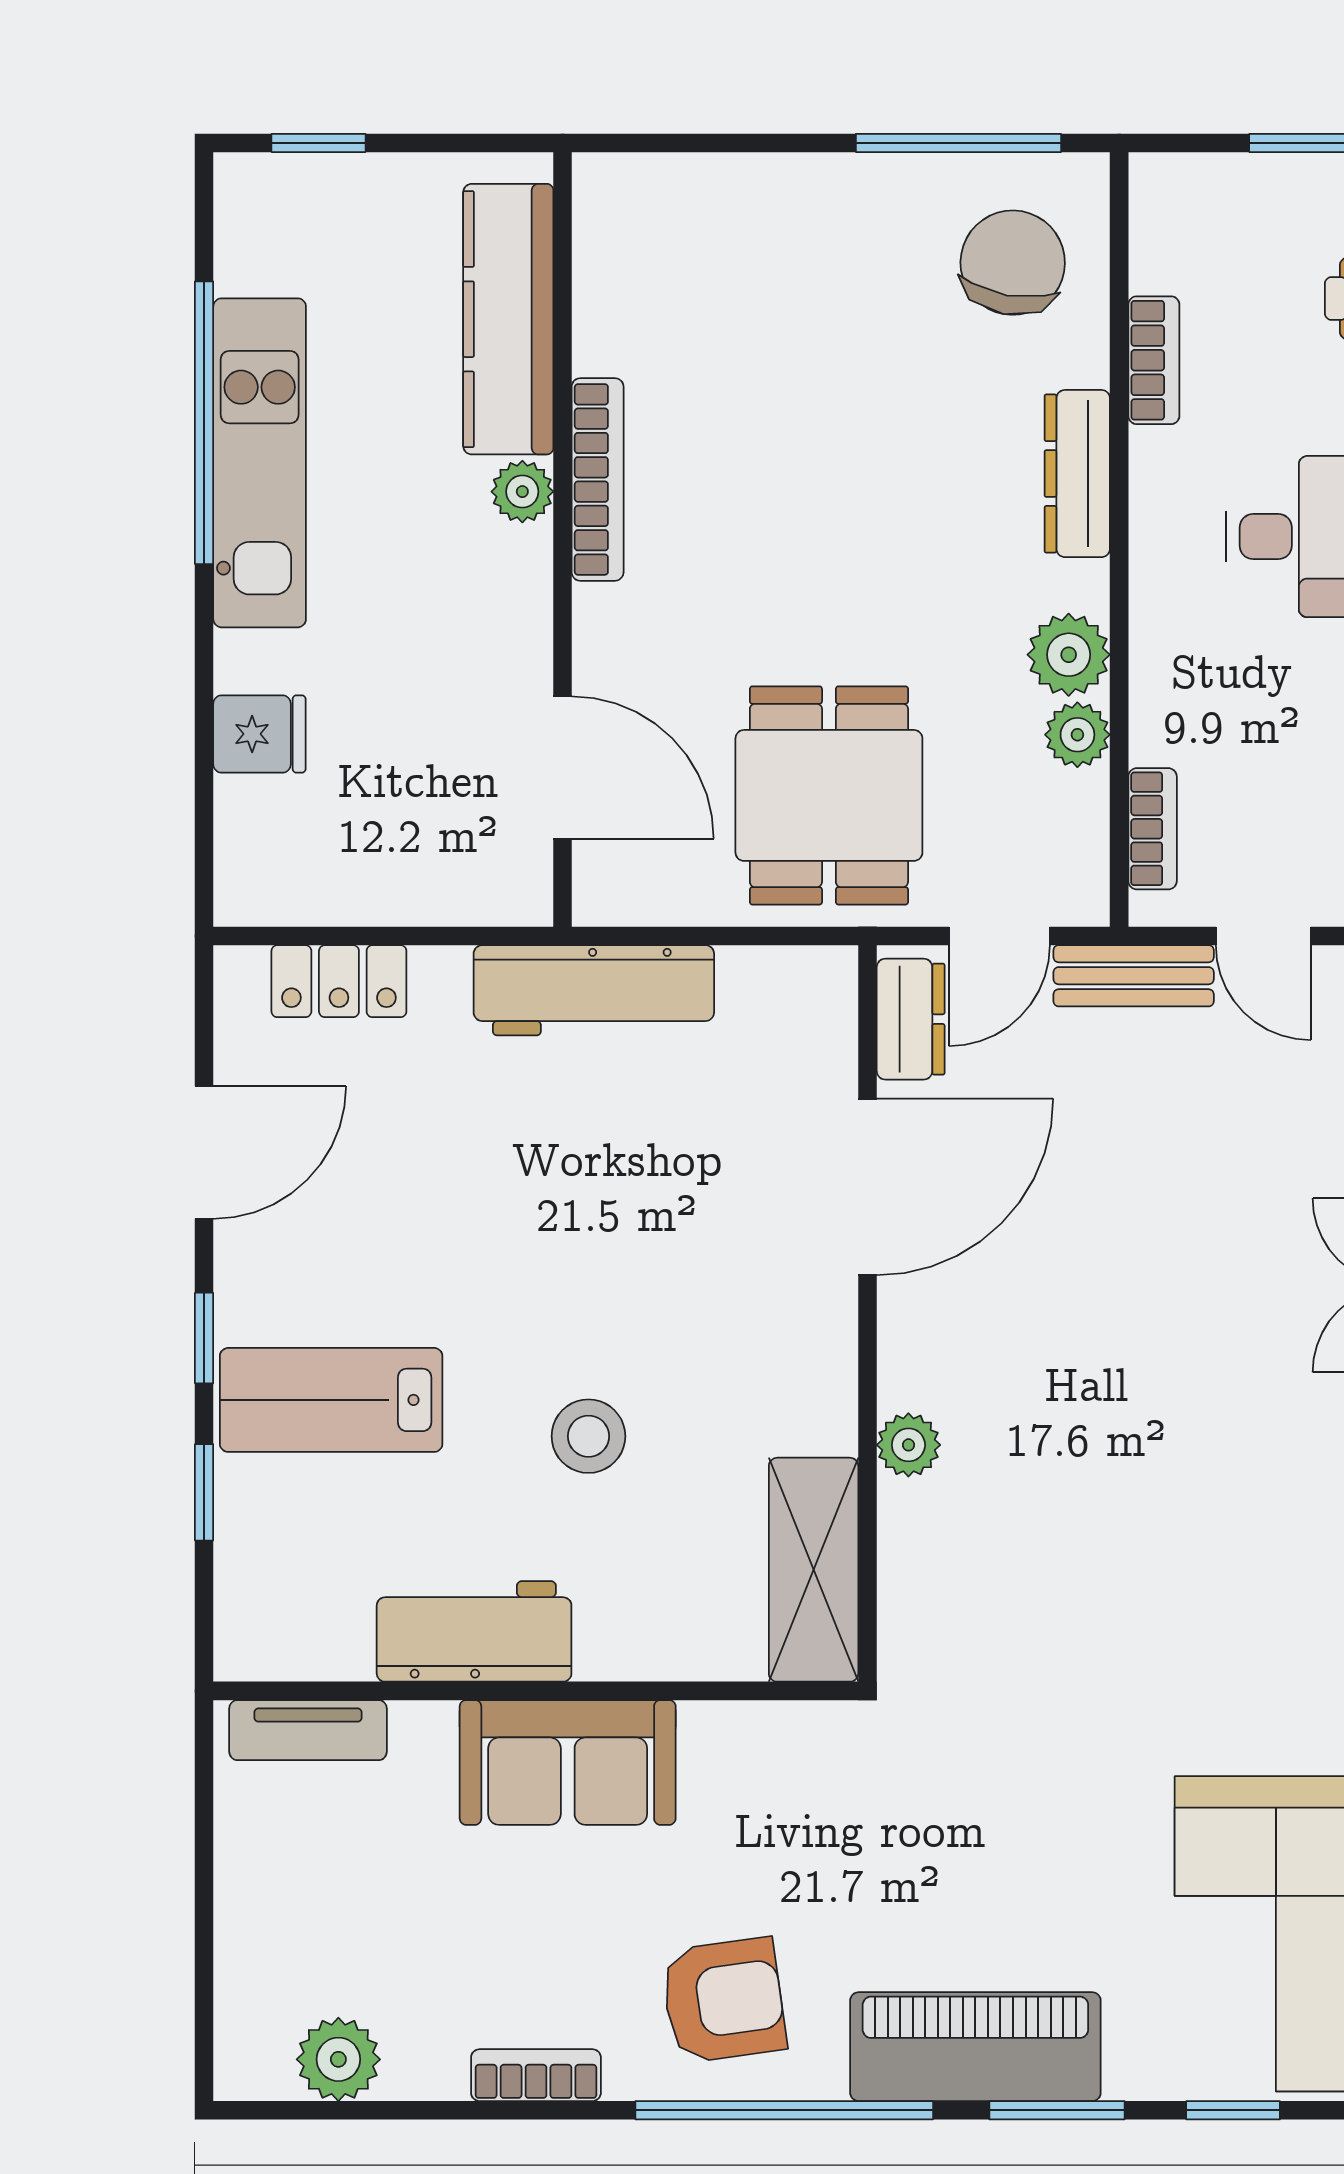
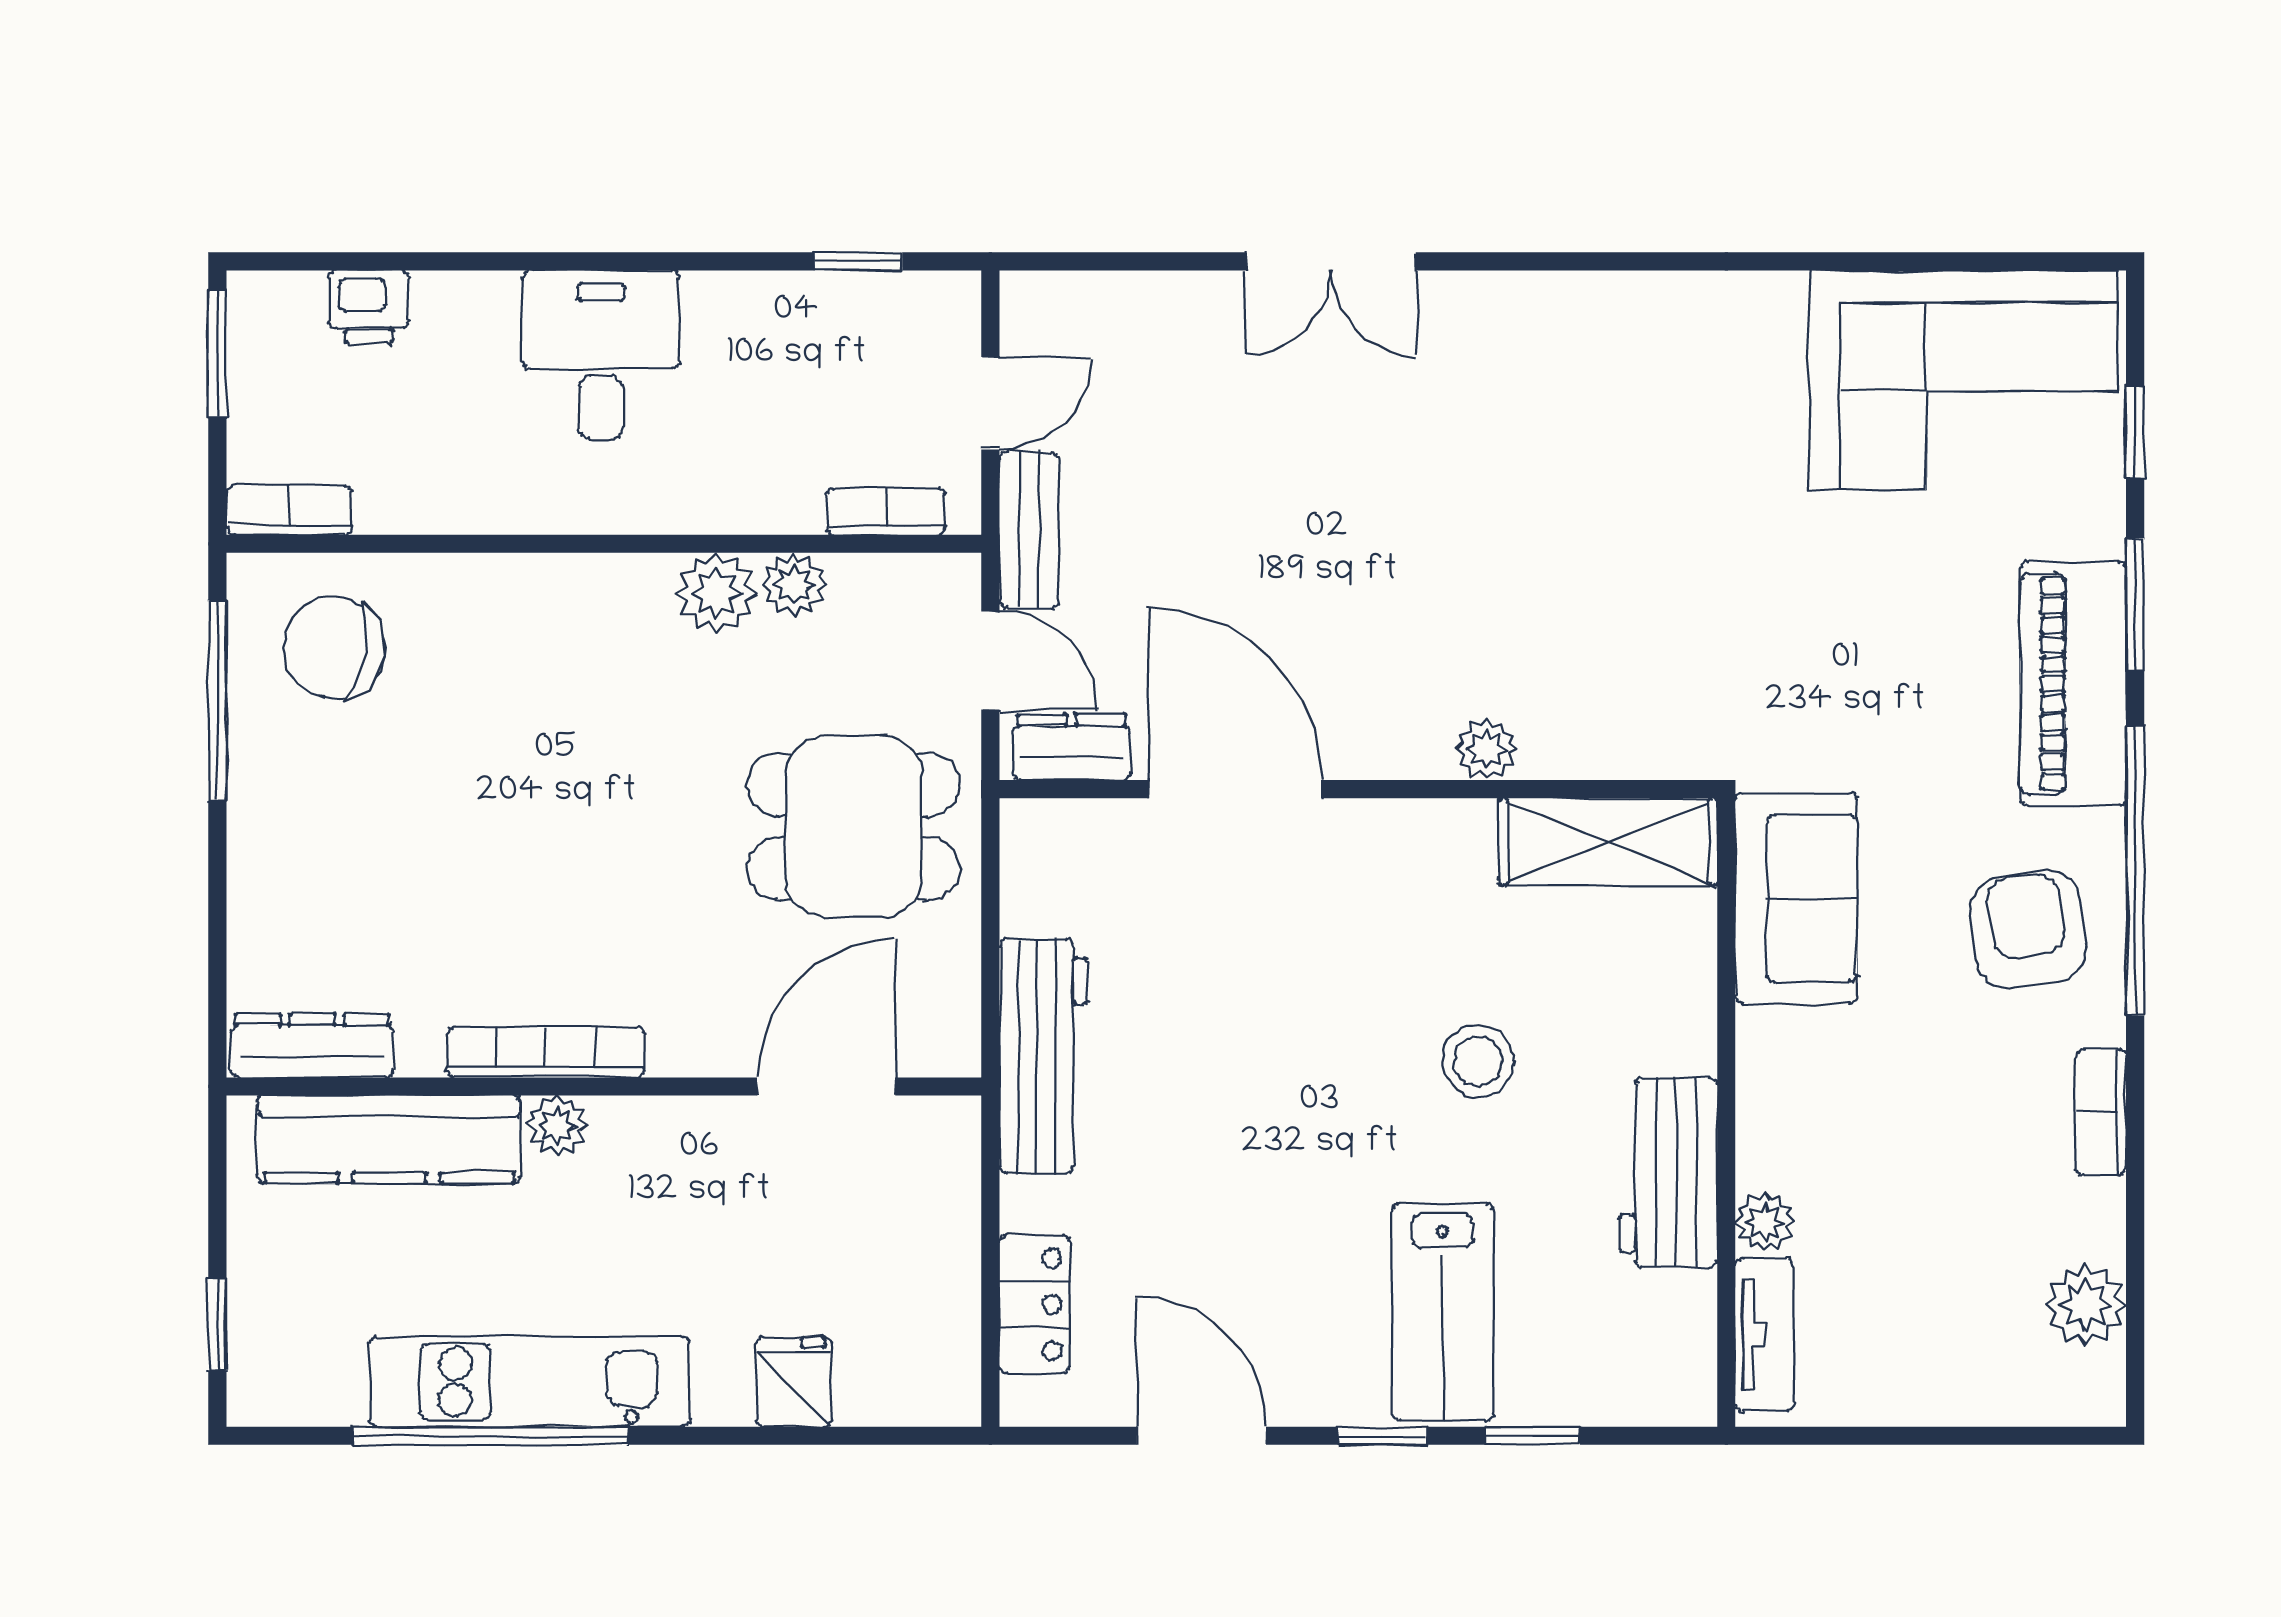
bookcase: (1154, 360) -> (290, 510), moved
dresser: (1077, 474) -> (312, 1046), moved, turned 180
plant: (423, 1730) -> (1765, 1222), added
sofa: (568, 1762) -> (1796, 899), moved

